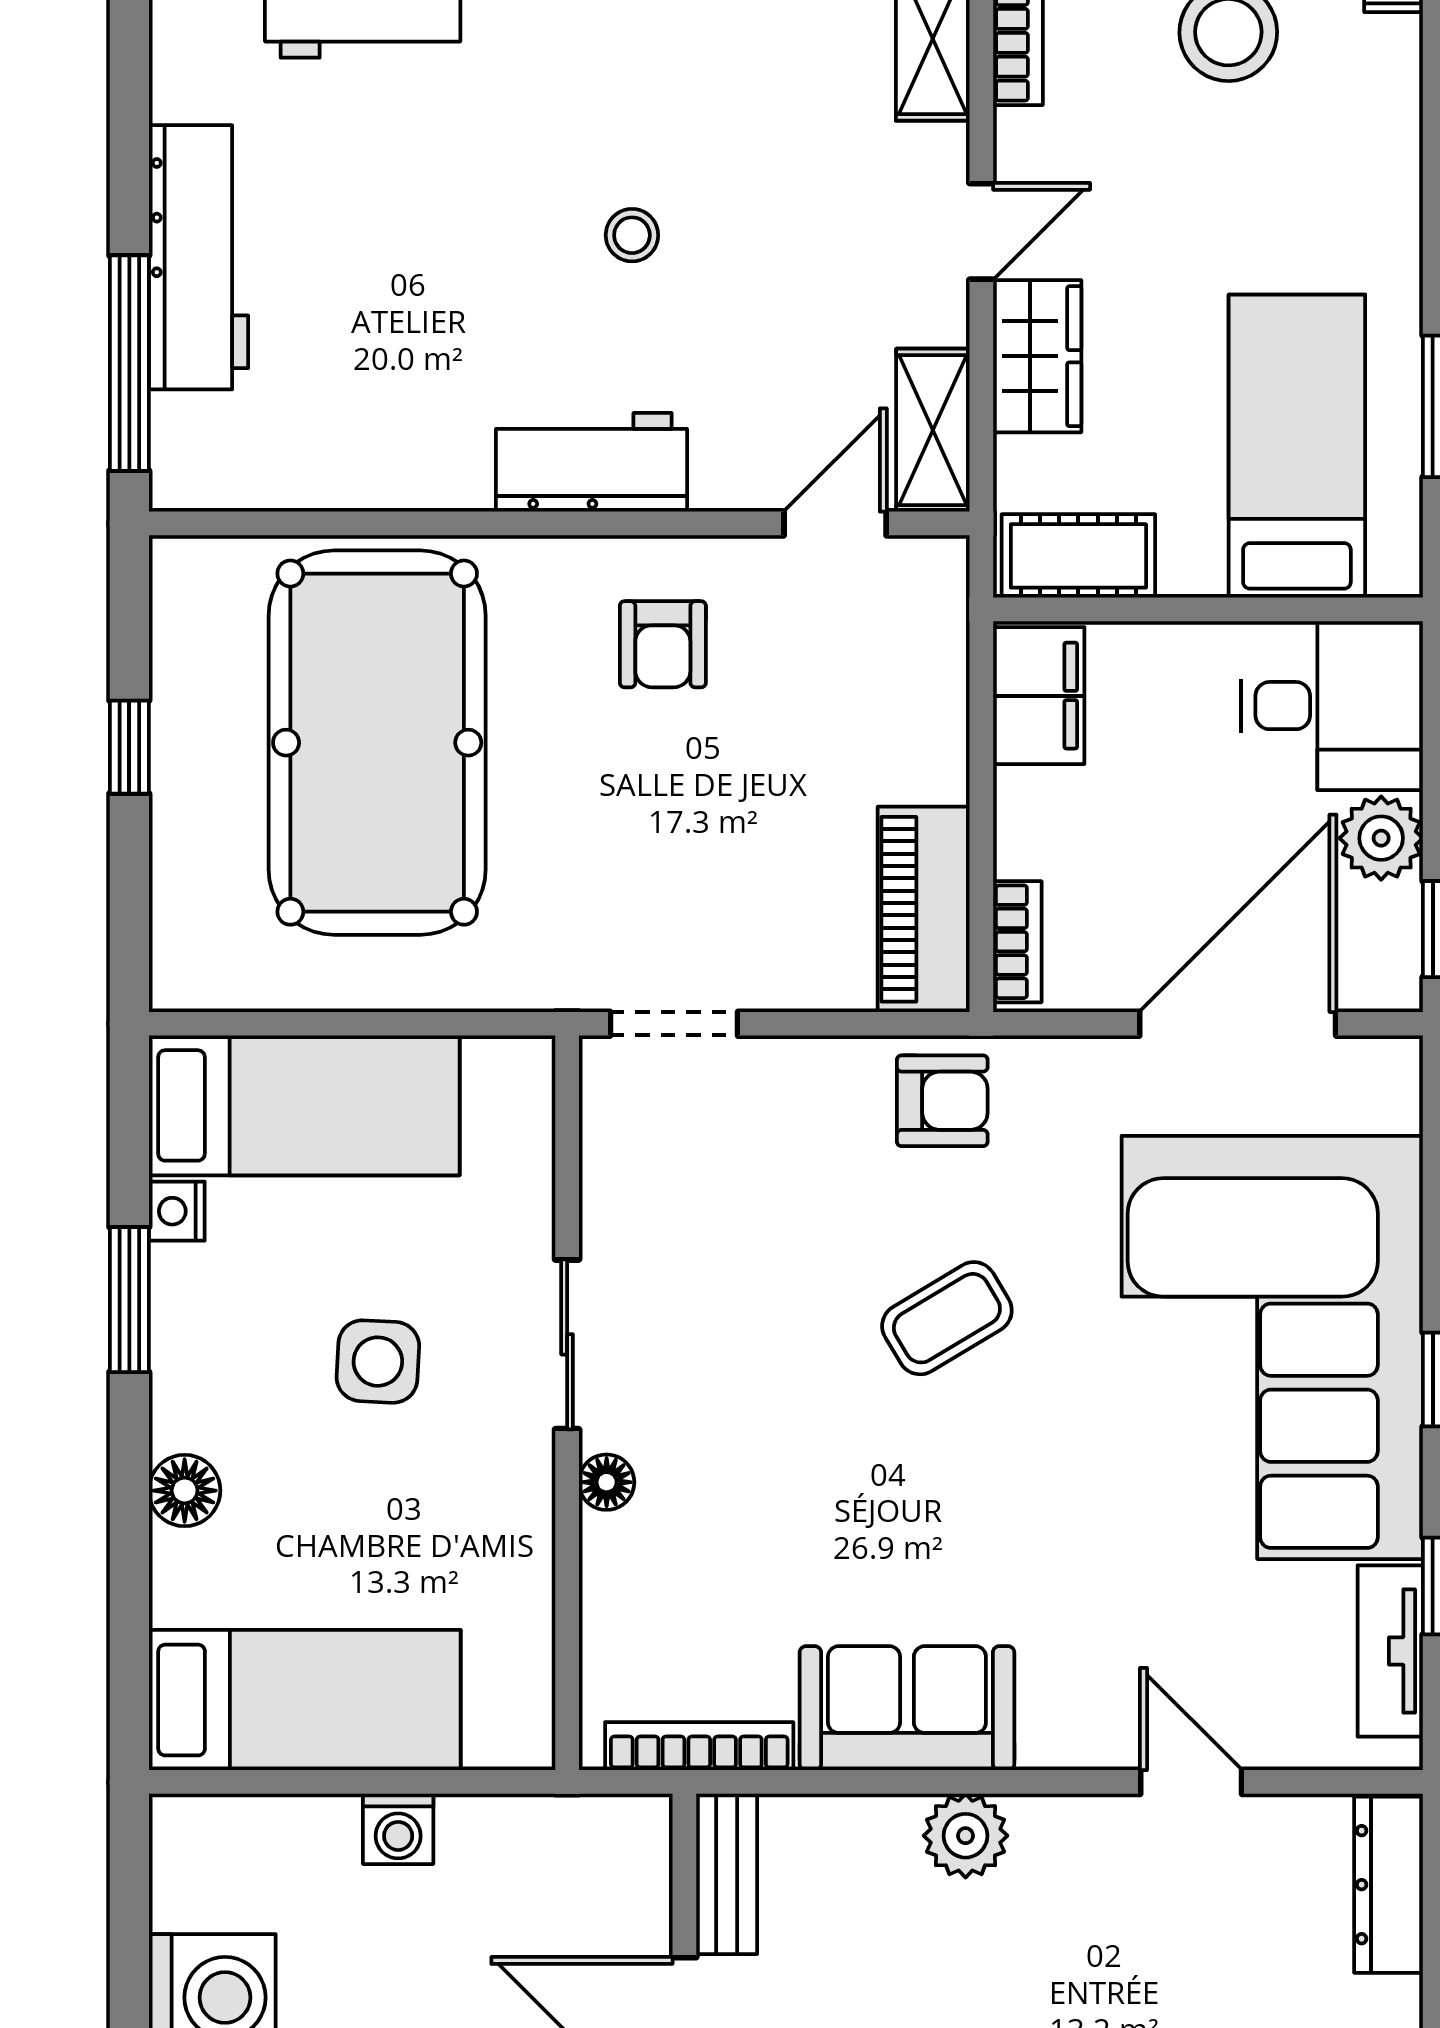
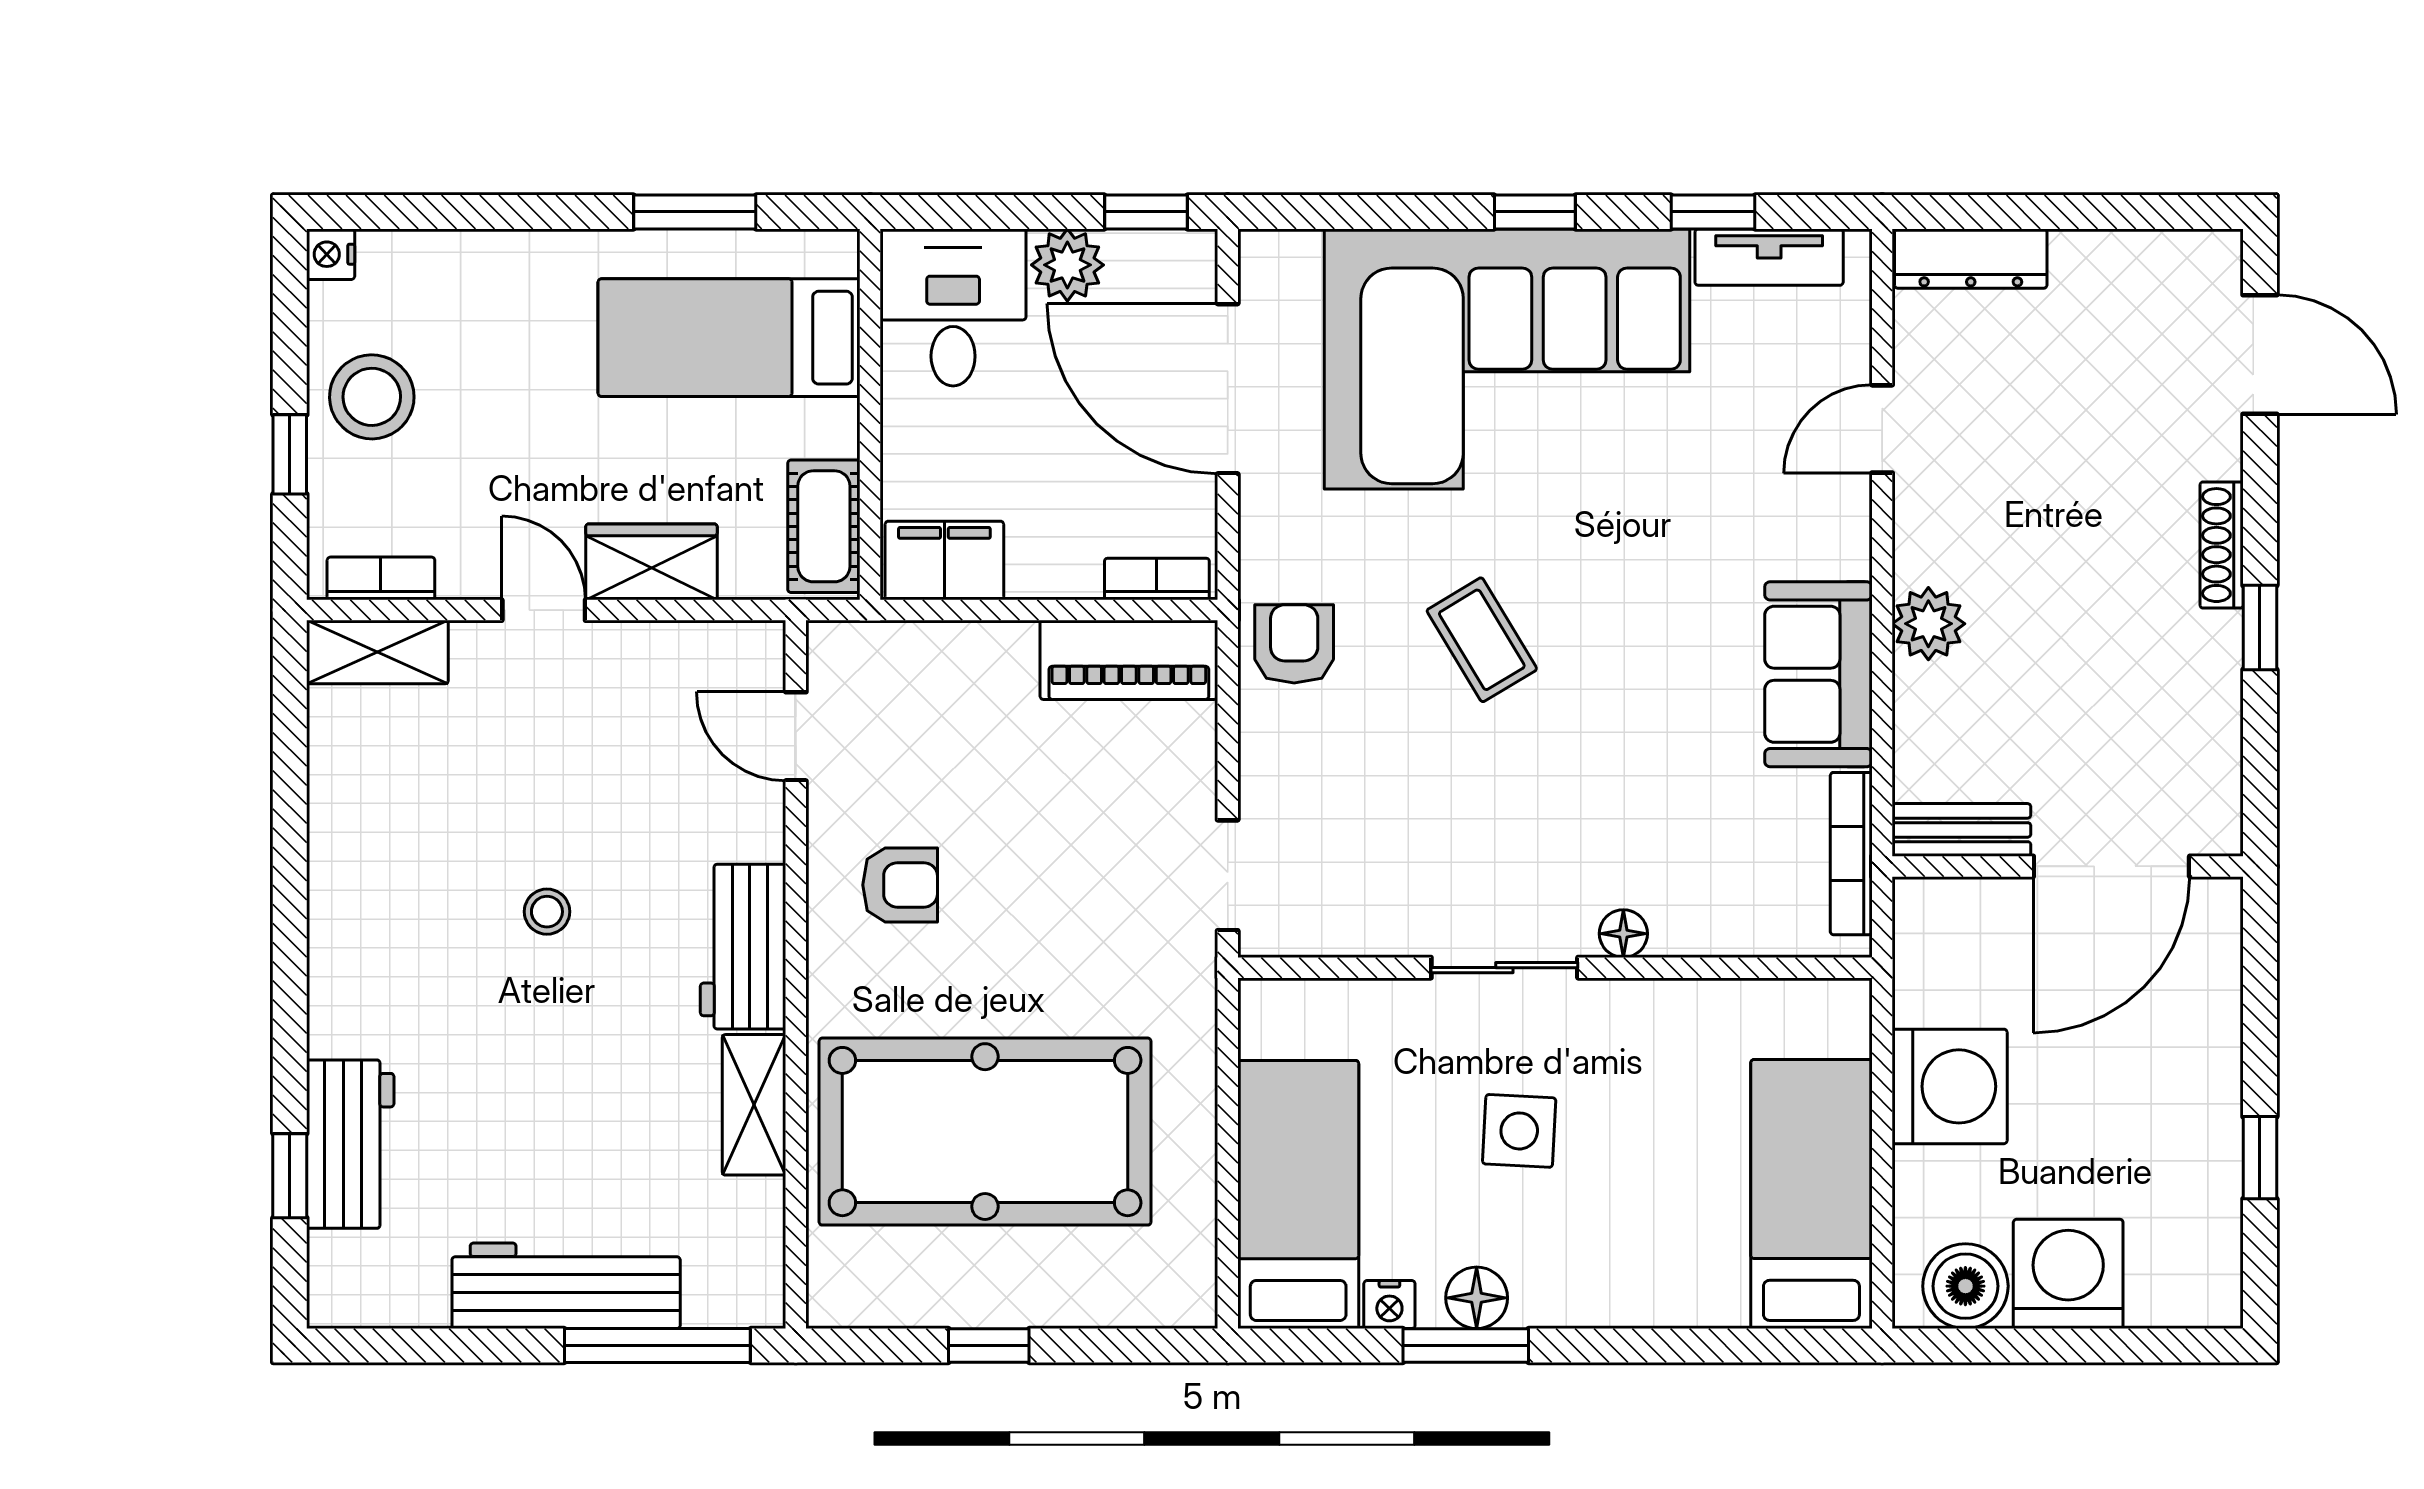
shelving: (933, 430) -> (754, 1105), moved, turned 90
floor lamp: (185, 1491) -> (1477, 1298), moved
washing machine: (398, 1829) -> (1950, 1086), width x1.89, depth x1.89
boiler: (198, 1879) -> (1965, 1286), added

